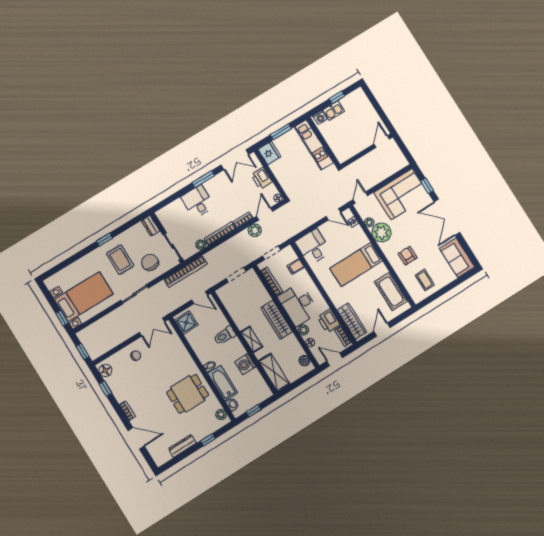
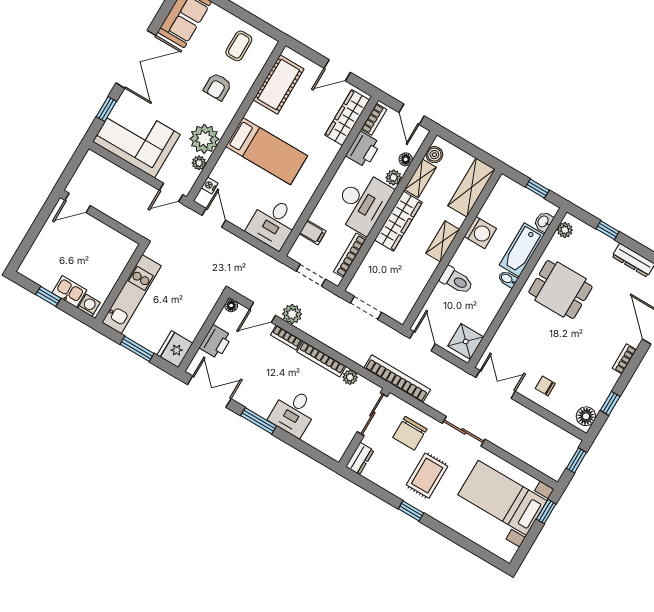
shelving: (295, 345) -> (420, 178), added

